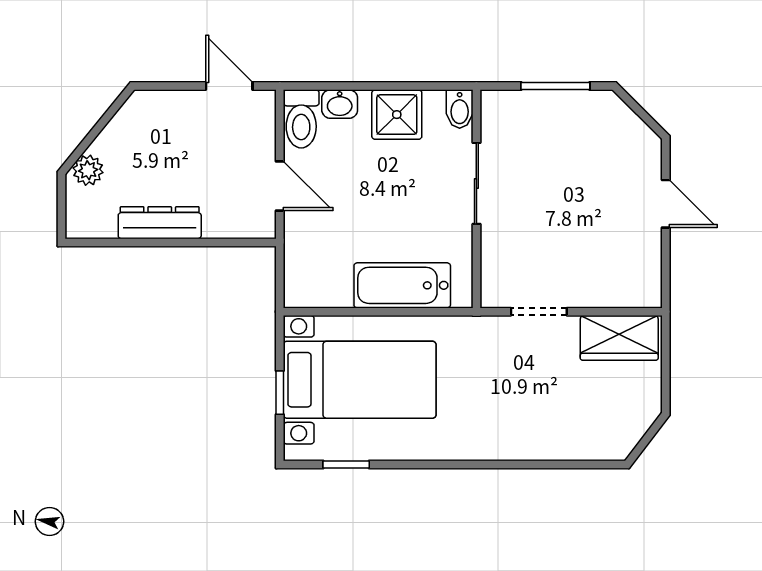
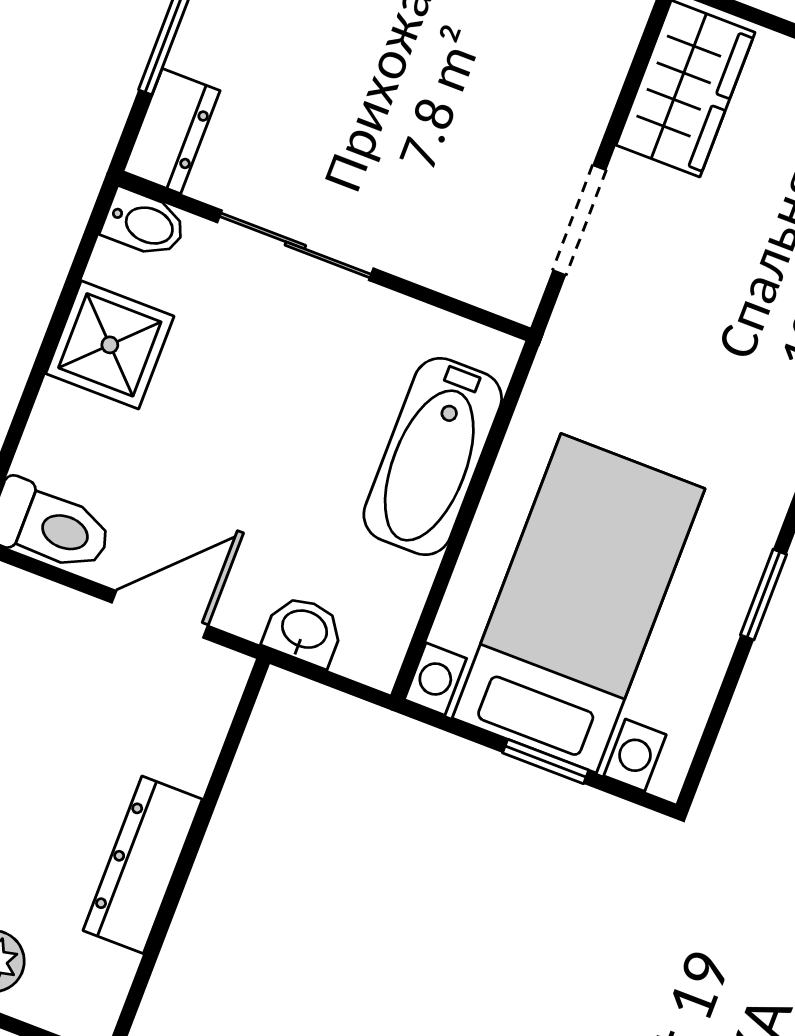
washbasin: (340, 104) -> (304, 631), moved, turned -90
dresser: (508, 105) -> (171, 131), added
window: (346, 465) -> (764, 595), moved

